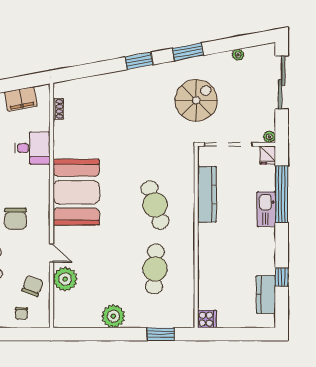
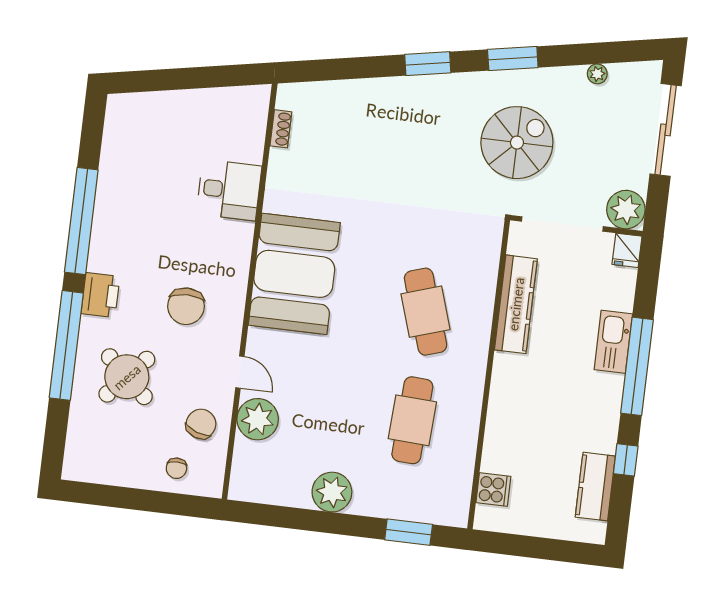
filing cabinet: (21, 99) -> (219, 104), removed
plant: (269, 137) -> (626, 210), width x1.88, depth x1.88
window: (282, 194) -> (637, 366), moved
cooker: (207, 319) -> (493, 490), moved

